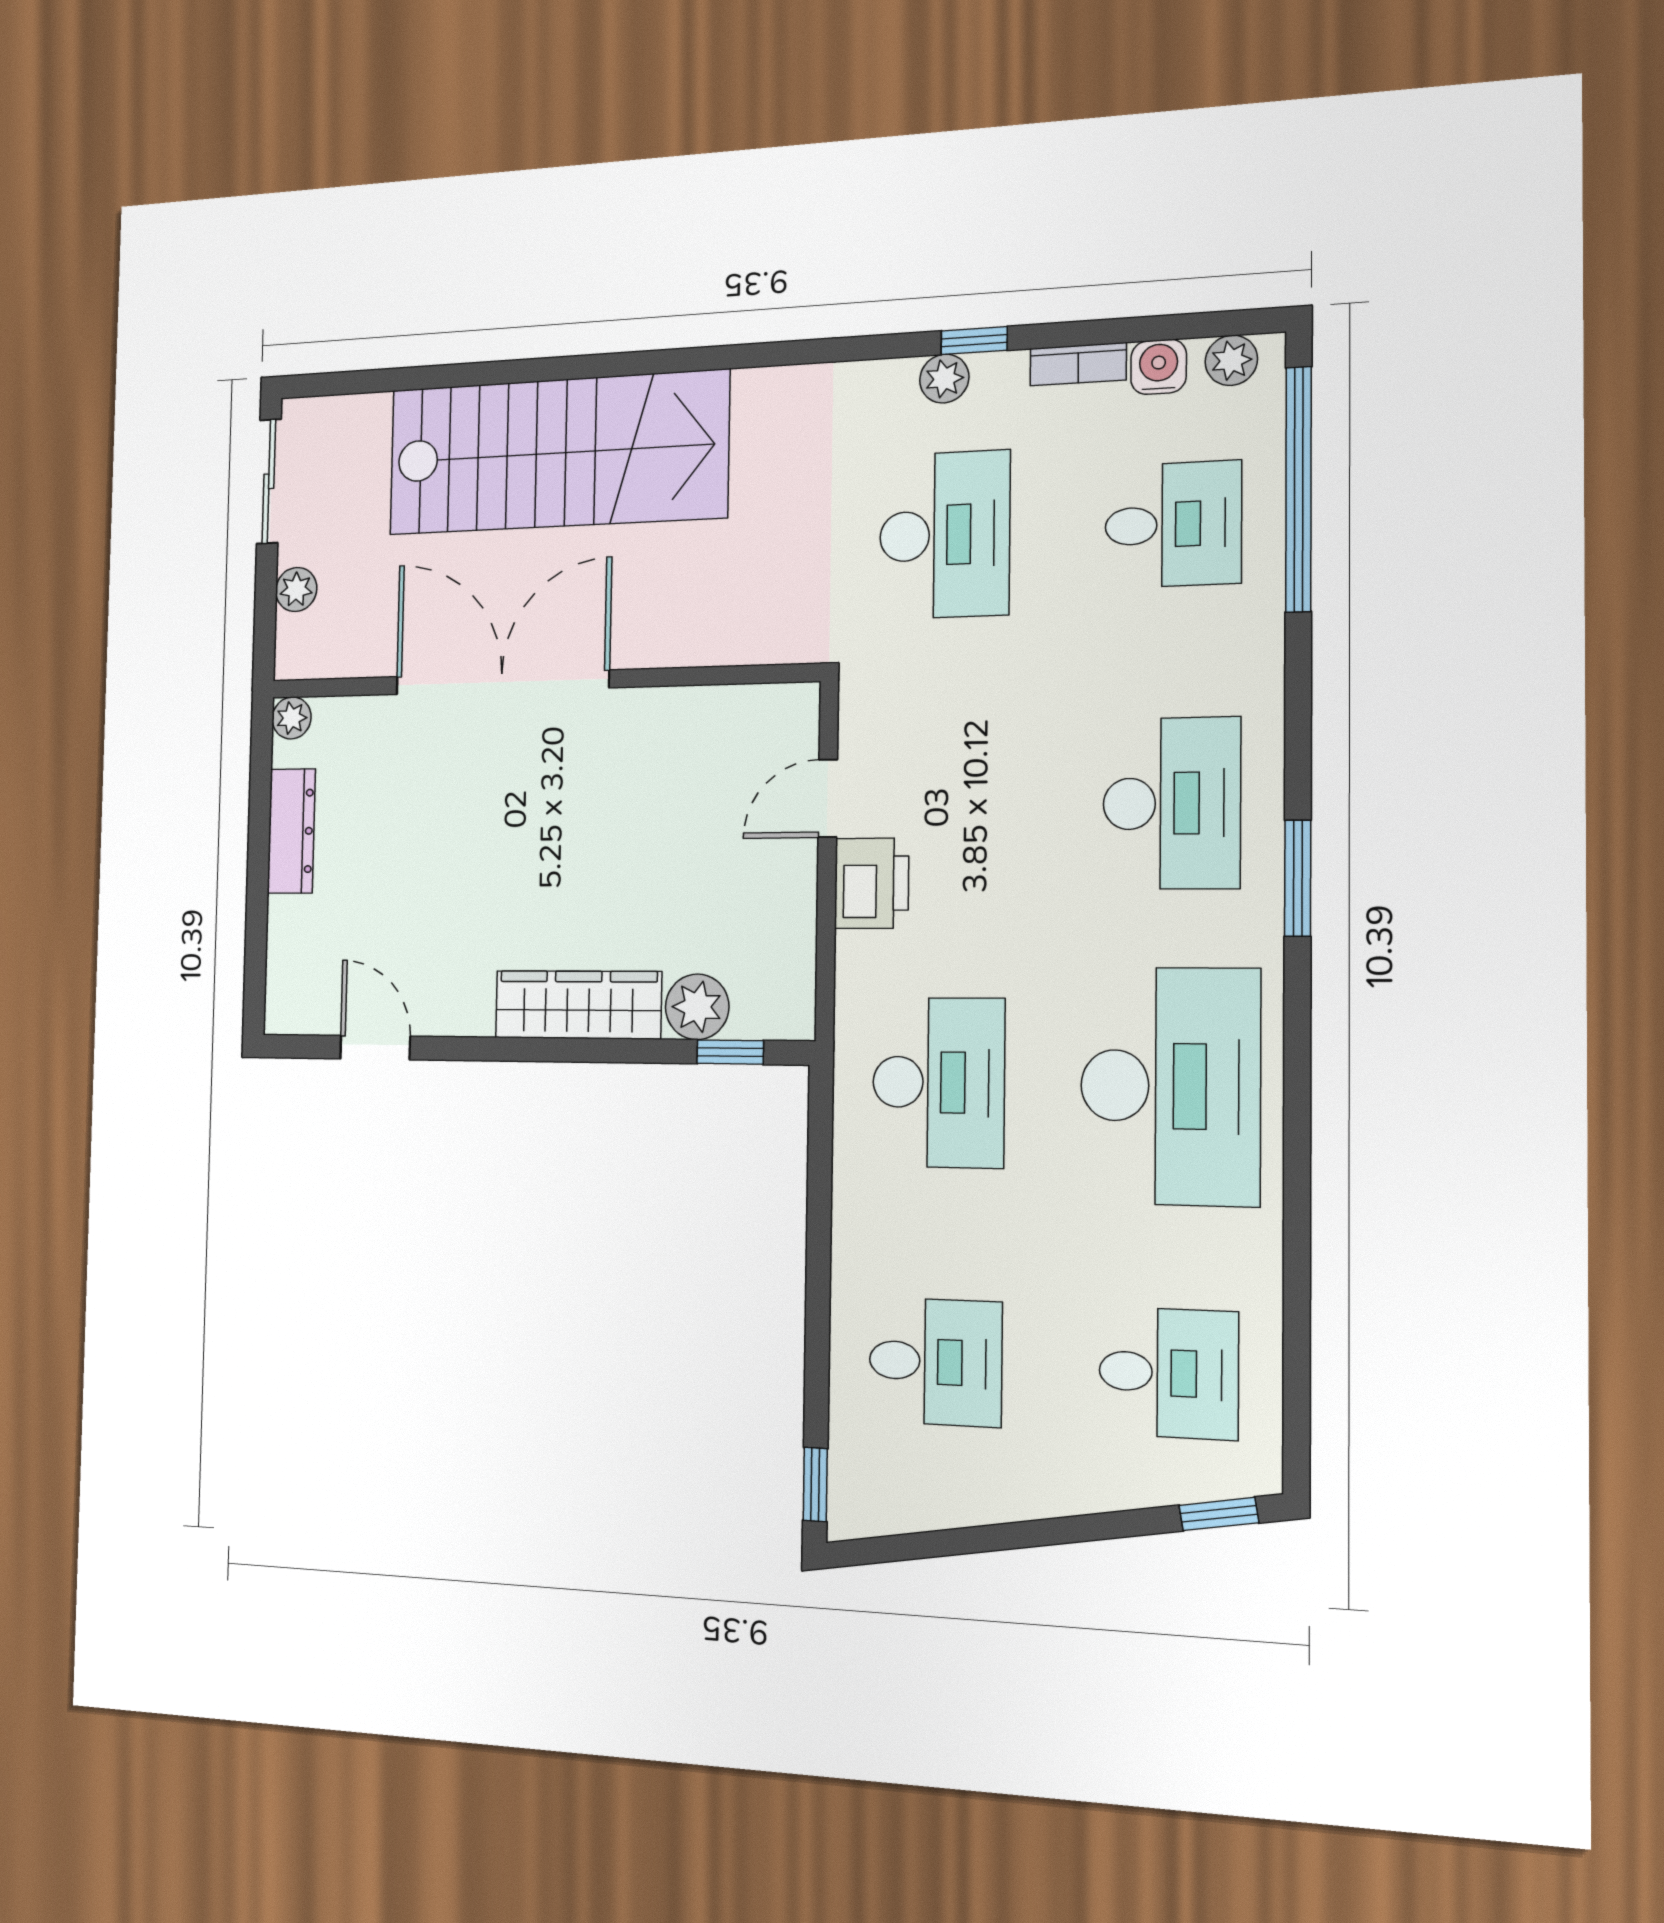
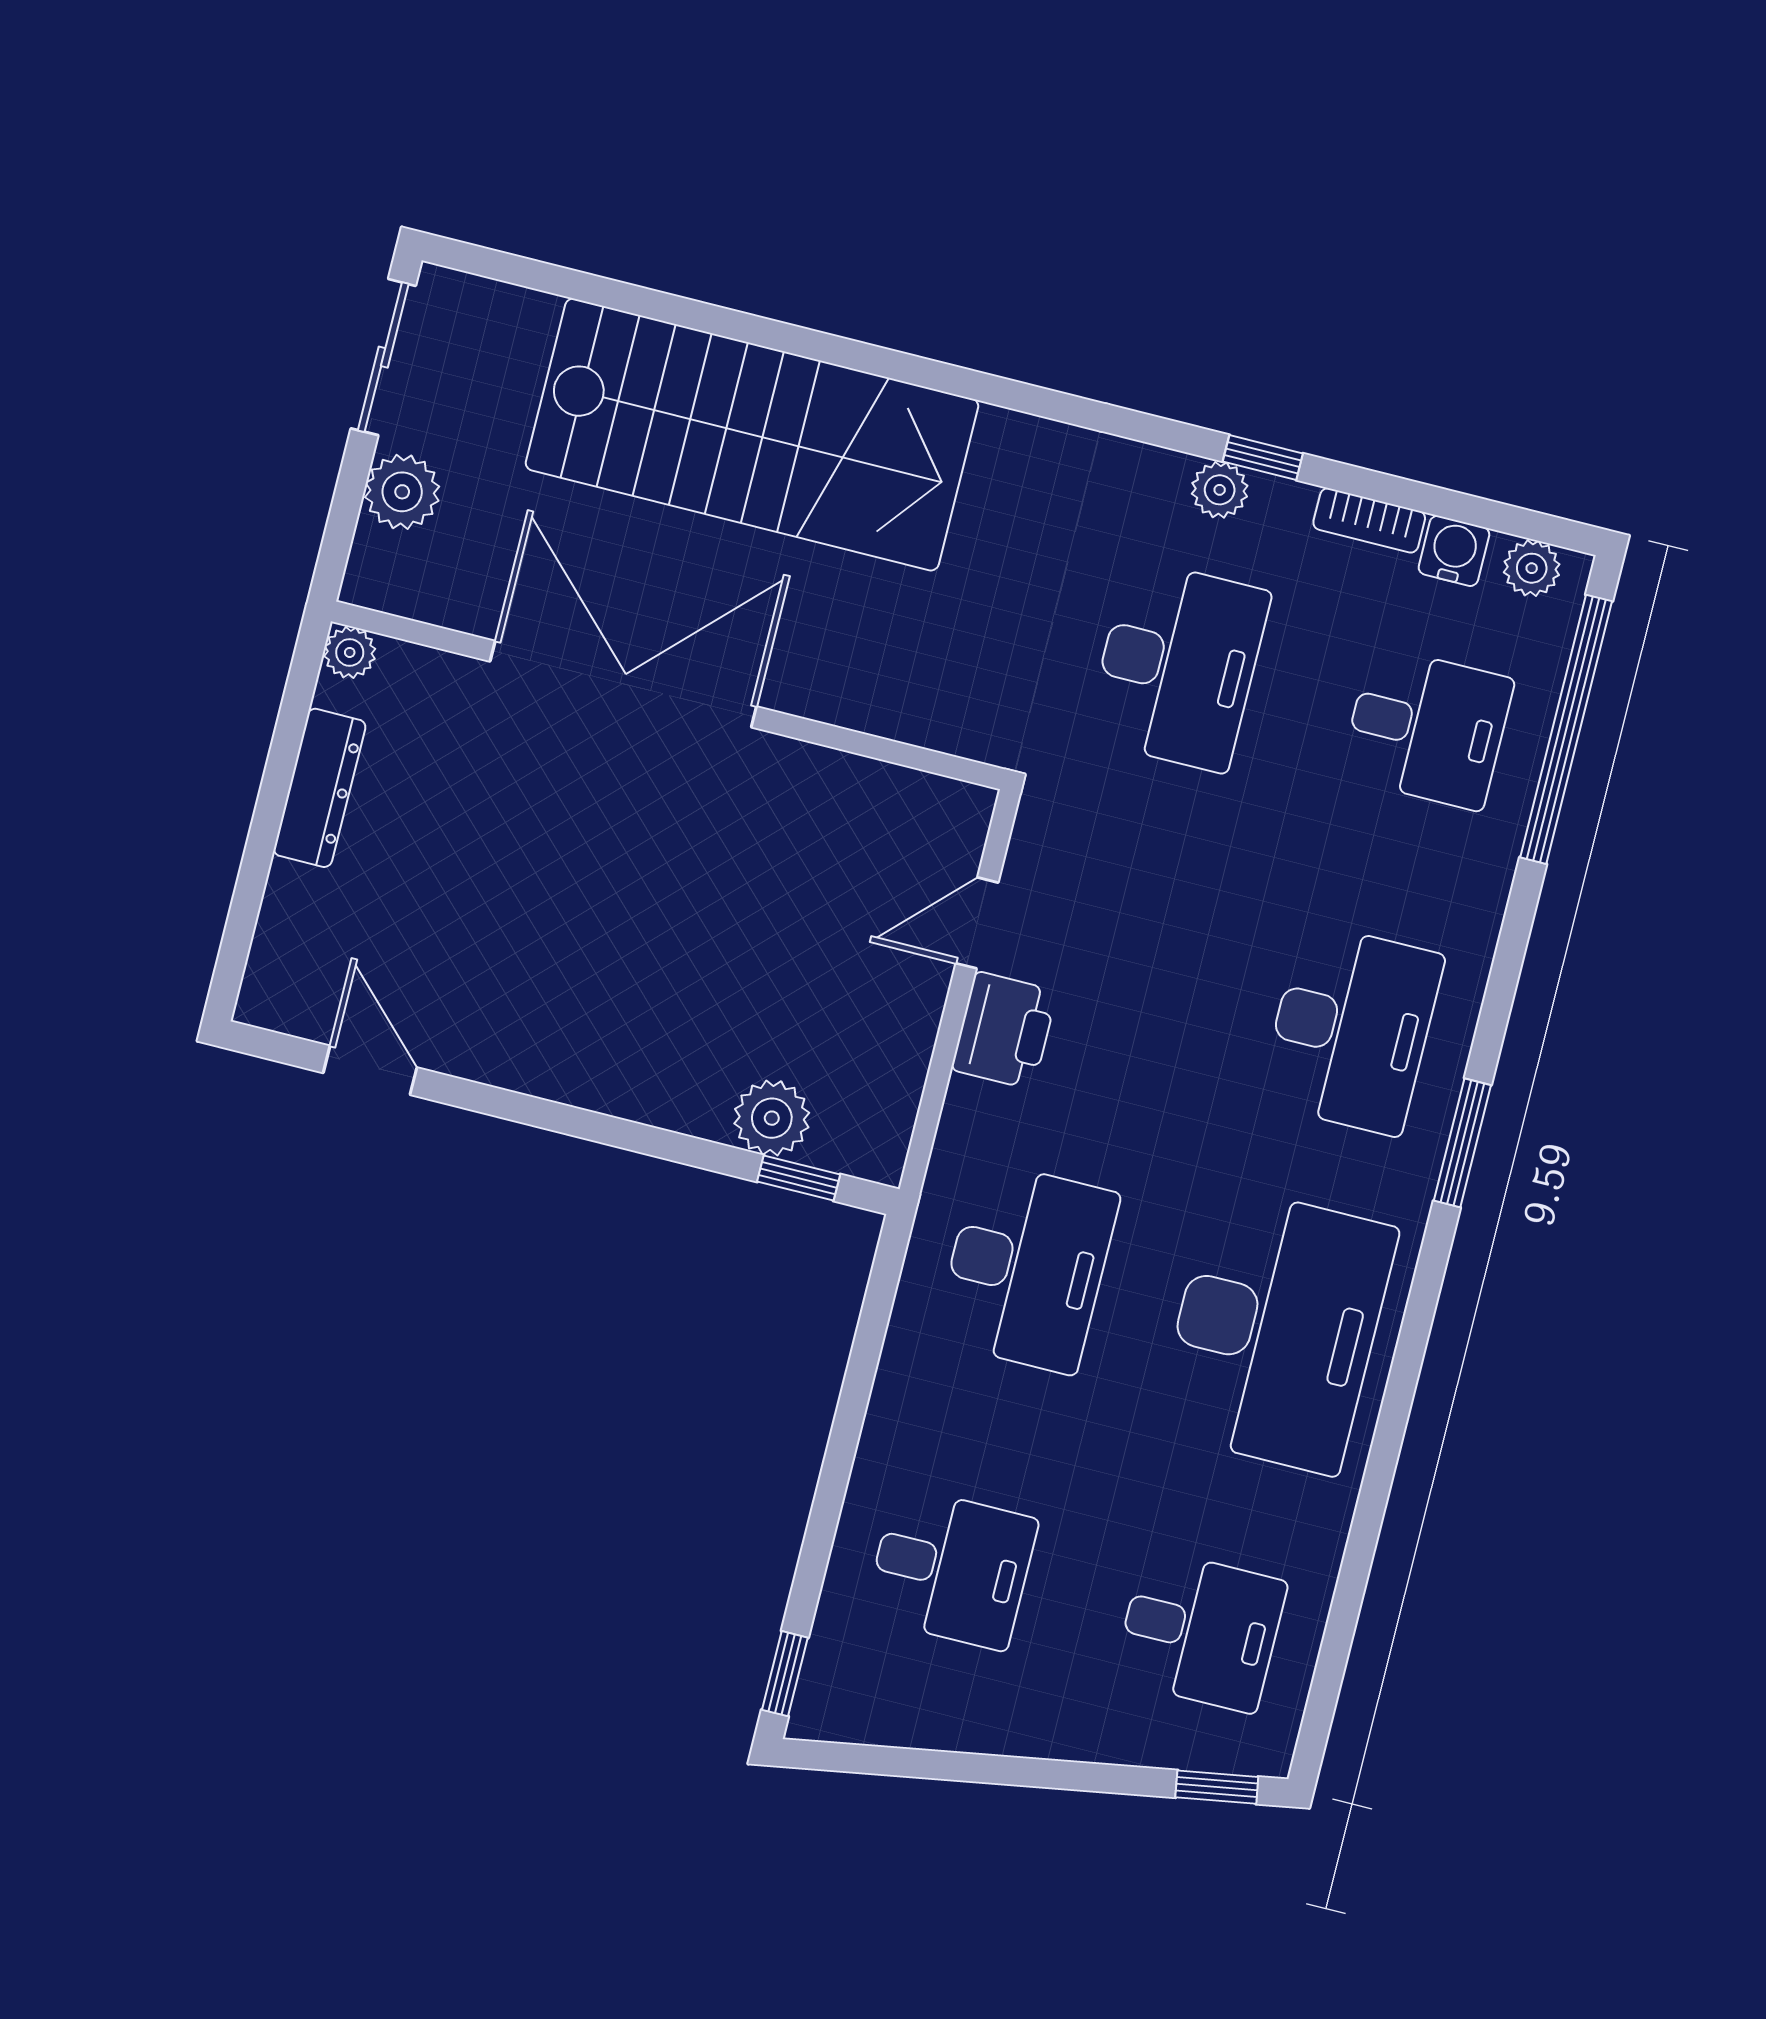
plant: (296, 589) -> (402, 492), width x1.38, depth x1.38
wardrobe: (578, 1005) -> (631, 1081), removed

